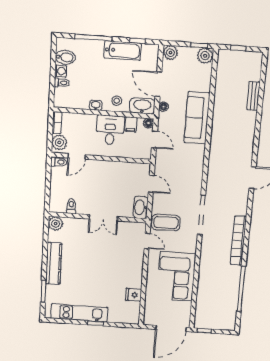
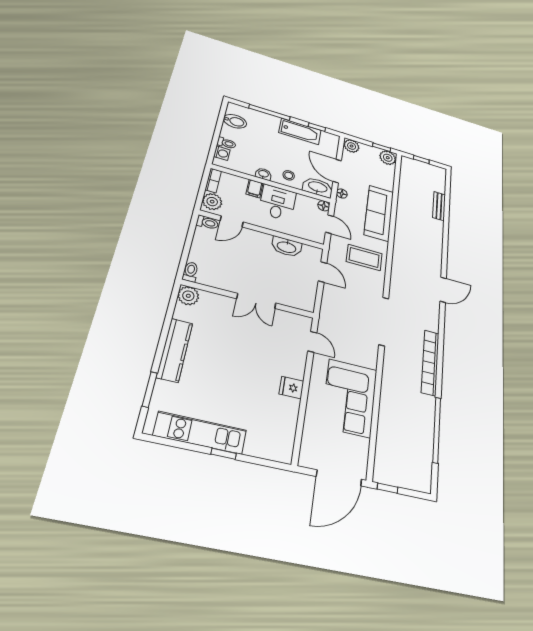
washing machine: (61, 71) -> (222, 153), moved
filing cabinet: (131, 124) -> (254, 189), moved
toilet: (71, 206) -> (190, 272), moved
washbasin: (141, 207) -> (287, 247), moved, turned -90
coffee table: (166, 223) -> (364, 257), moved
fridge: (133, 295) -> (291, 388), moved

